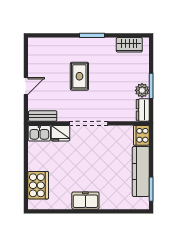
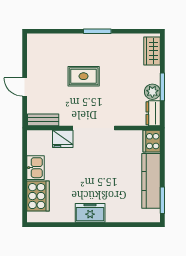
wardrobe: (129, 45) -> (152, 51), moved, turned 90
rug: (79, 76) -> (84, 76), turned 90
door: (26, 86) -> (25, 87), swing flipped
kitchen sink: (39, 133) -> (36, 168), moved, turned -90

